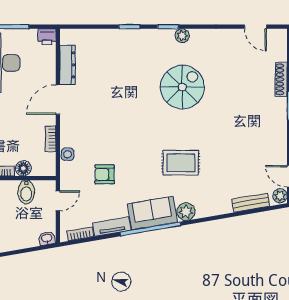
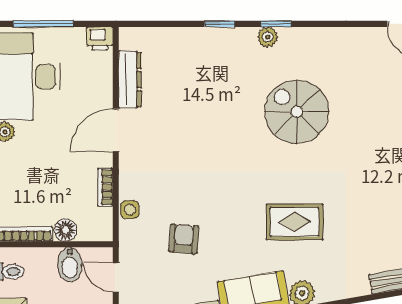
plant: (182, 36) -> (268, 37), moved
spiral stairs: (182, 87) -> (297, 112), turned -90
armchair: (105, 174) -> (184, 239), turned 94
door: (58, 201) -> (116, 277), swing flipped

